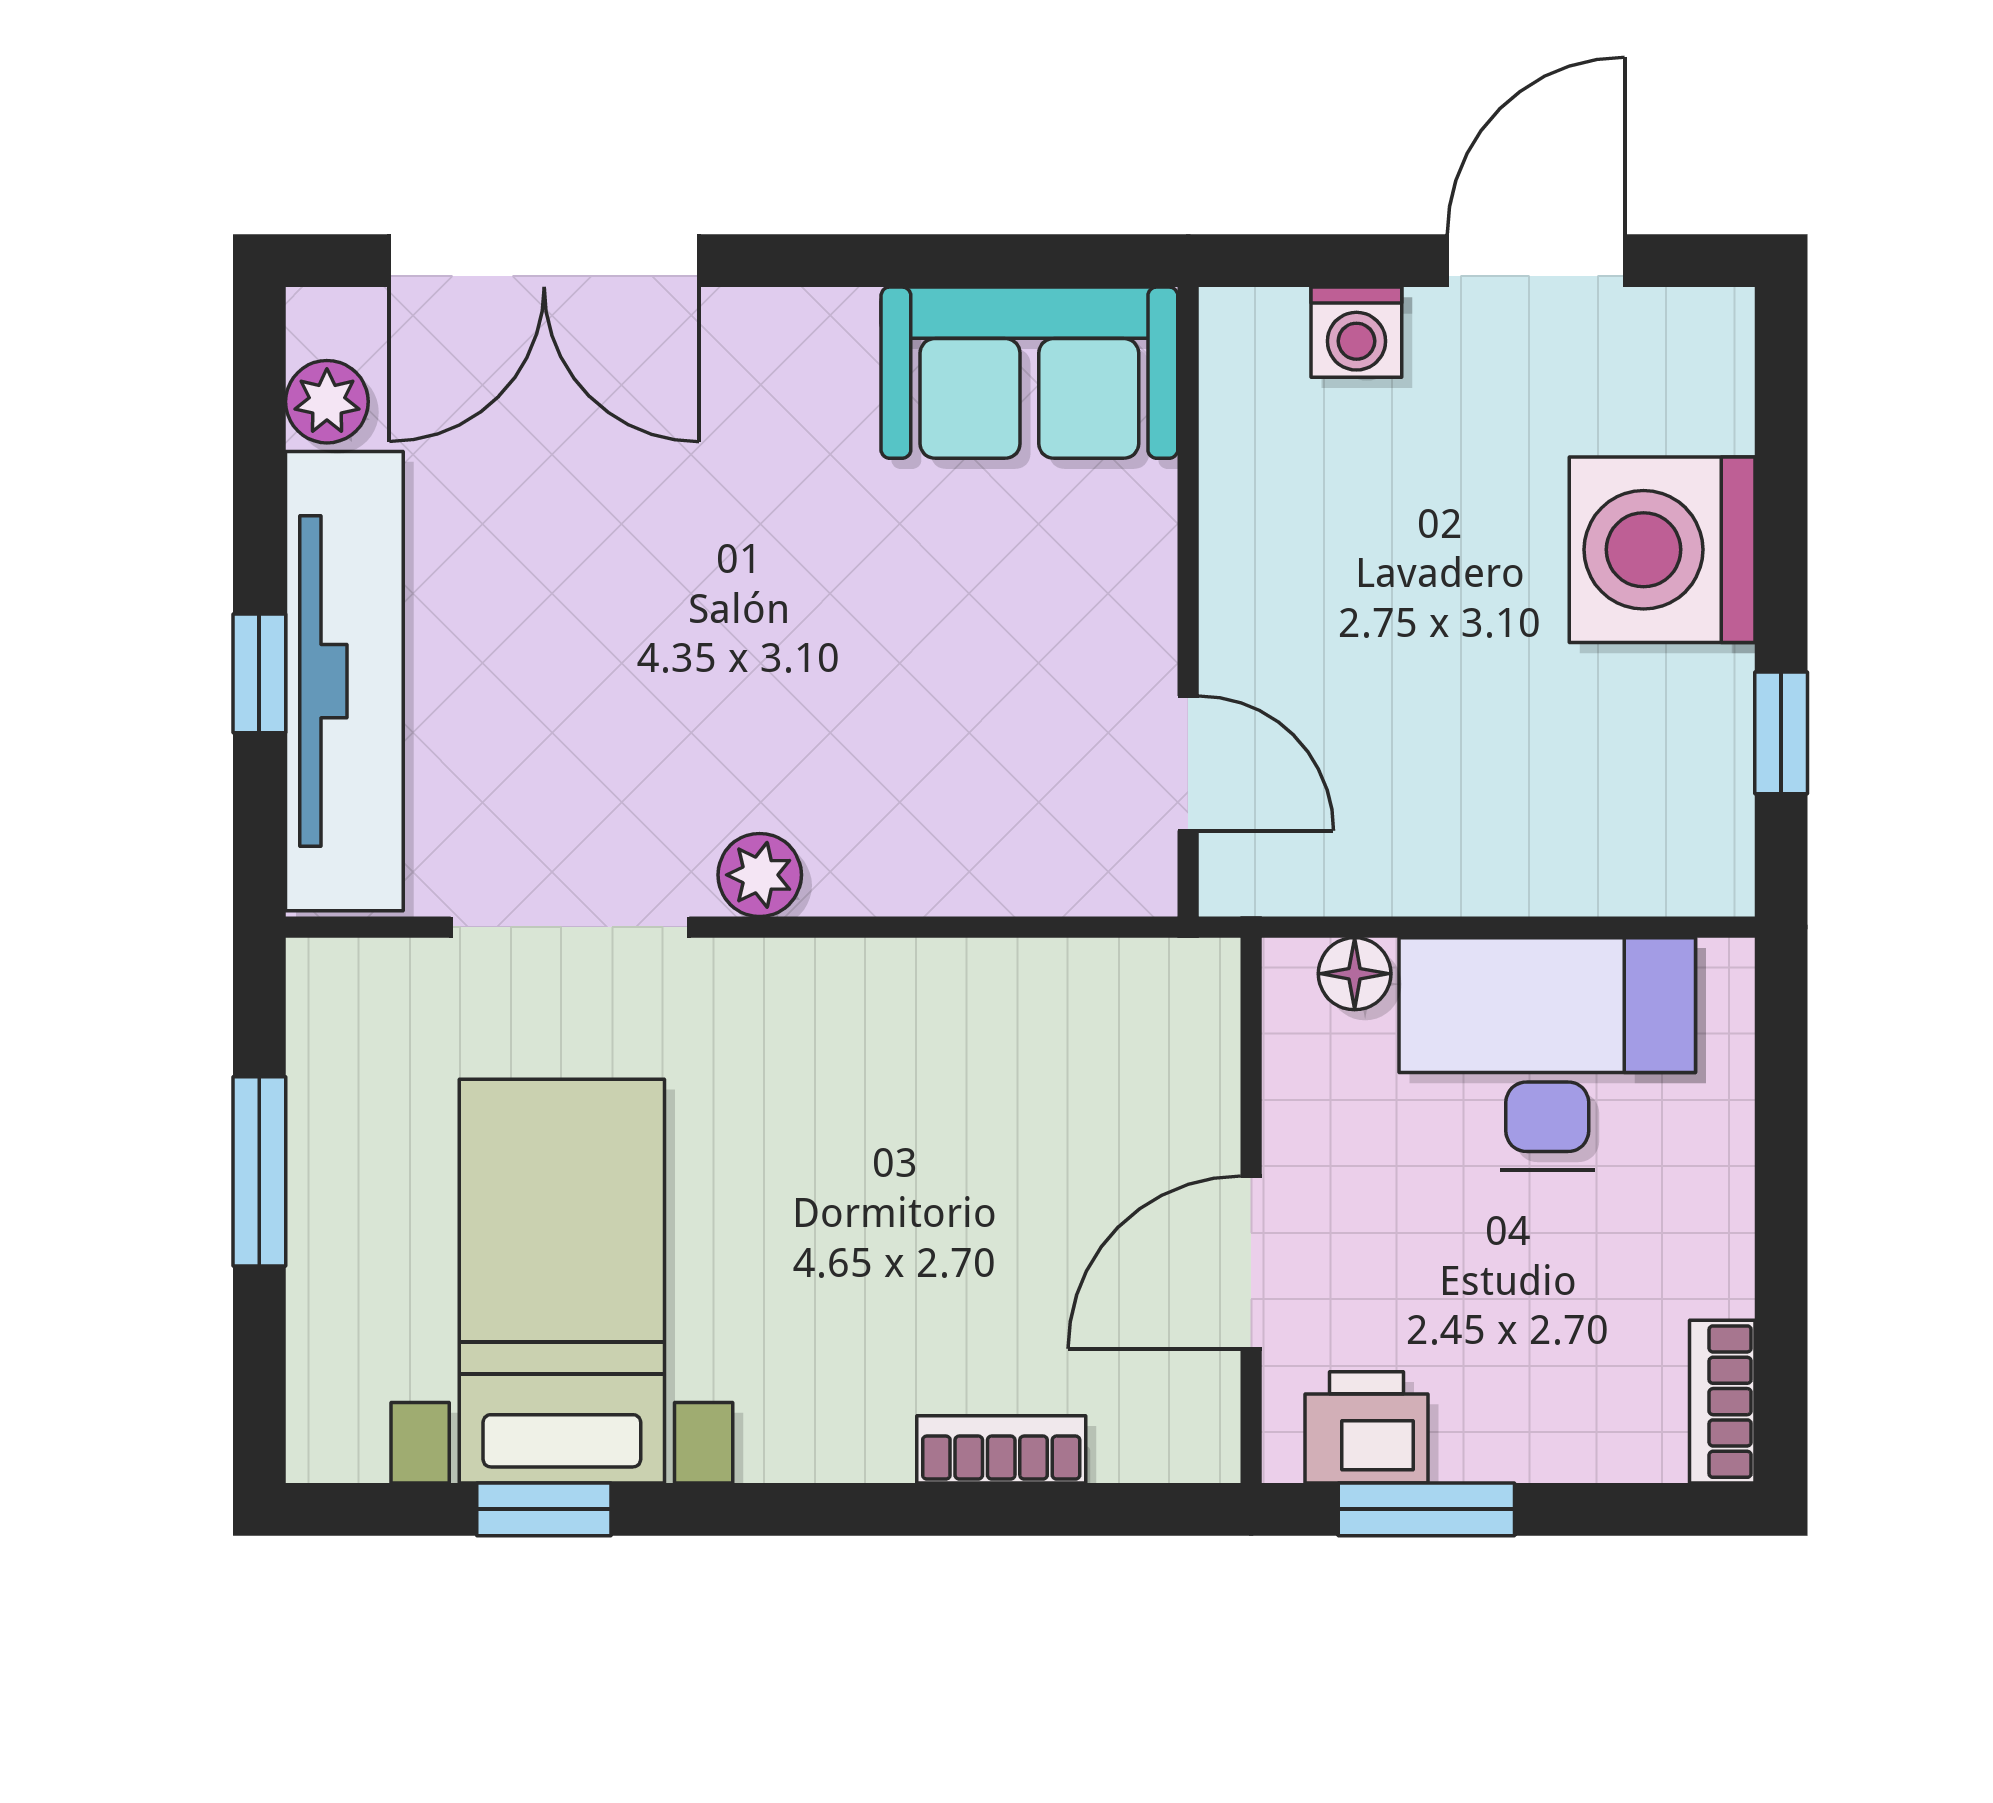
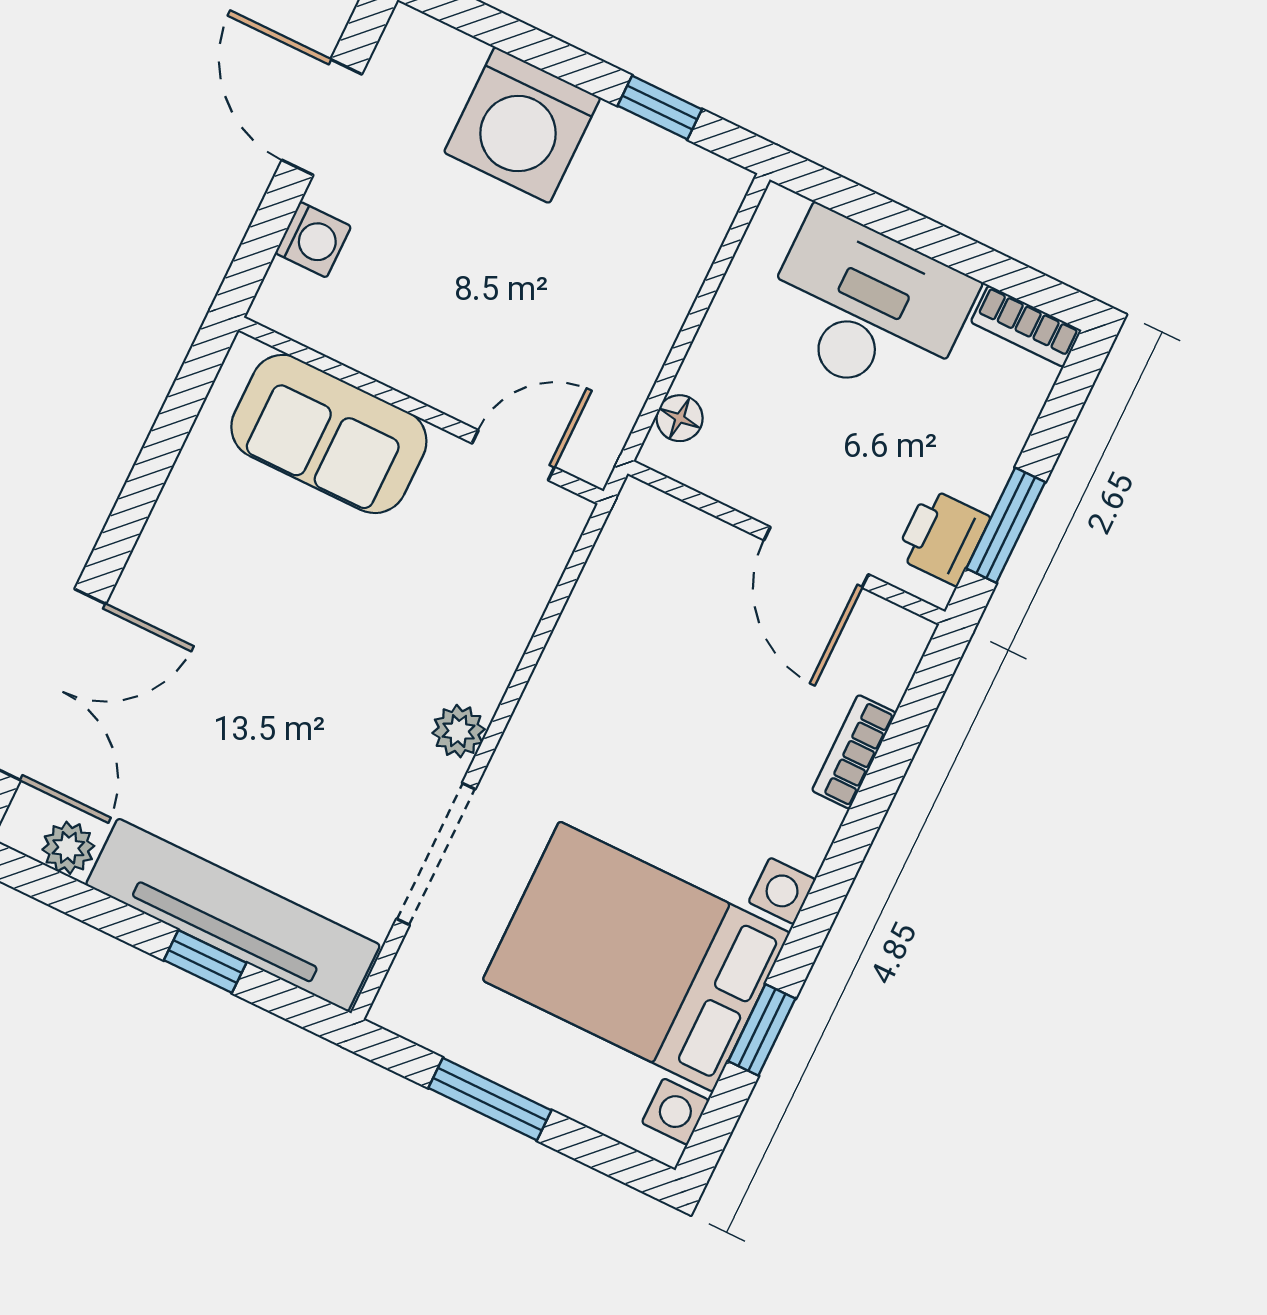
sofa: (1029, 373) -> (329, 434), moved, turned 90
desk: (1547, 1054) -> (867, 308), moved, turned 90
bed with nightstands: (562, 1281) -> (636, 957), width x1.36

